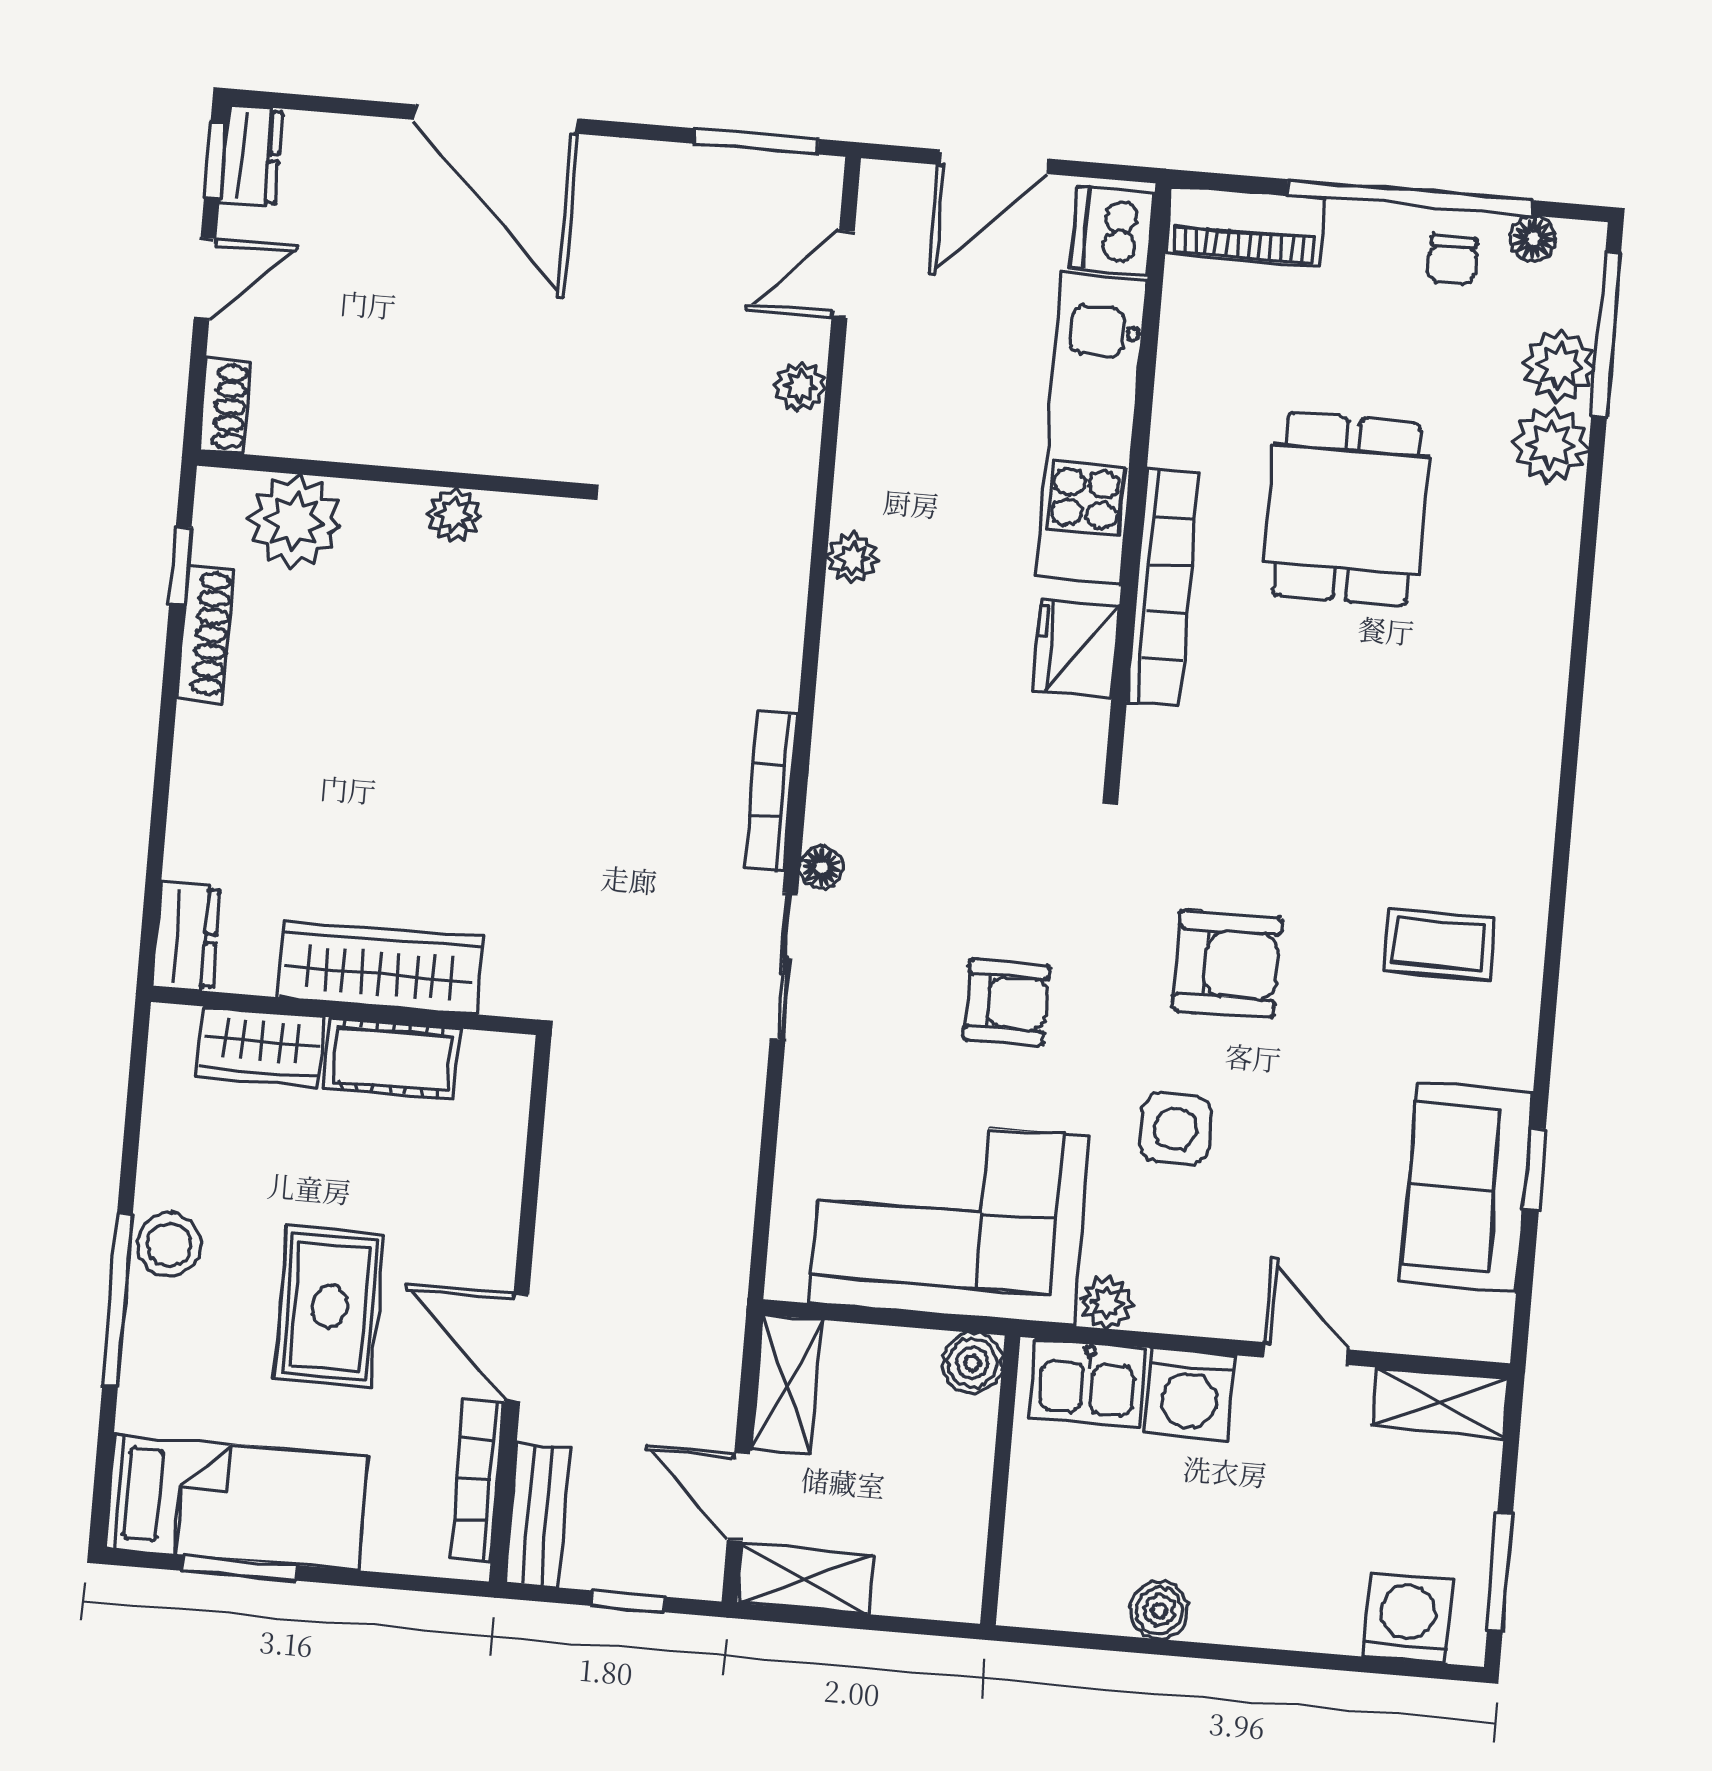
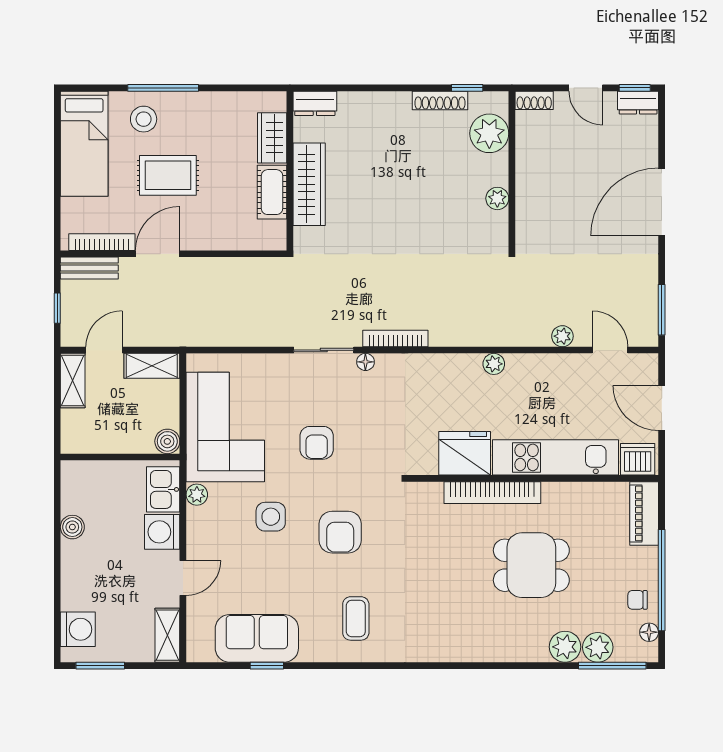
fridge: (1076, 648) -> (465, 453), width x1.36, depth x1.34
stool: (169, 1245) -> (144, 119), moved
window: (240, 1568) -> (57, 148), removed

